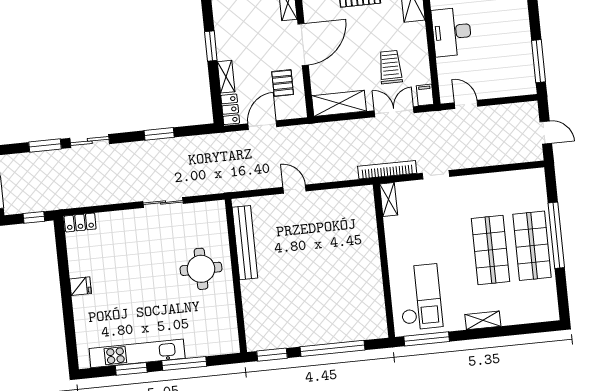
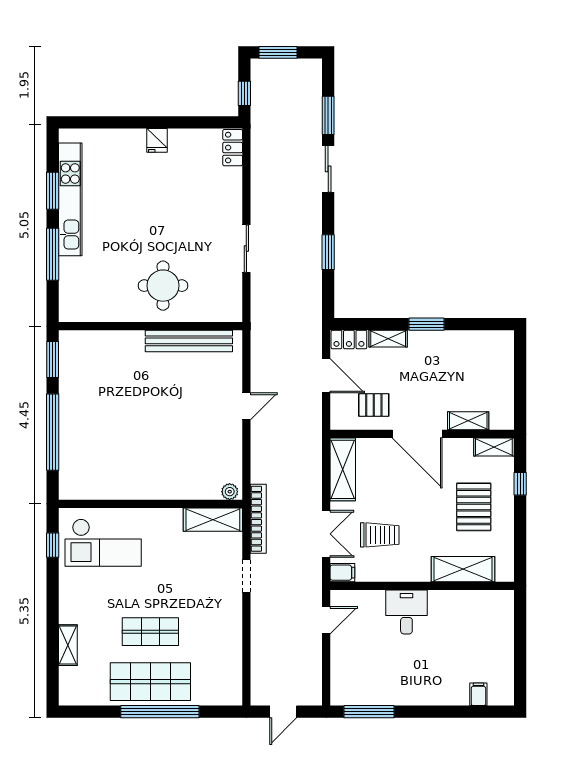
desk: (452, 32) -> (406, 612), width x0.73
plant: (367, 196) -> (230, 492), added
shelving: (389, 200) -> (213, 520), width x1.50, depth x1.33
shop shelf: (490, 250) -> (150, 632), width x0.70, depth x0.74
shelving: (483, 320) -> (68, 645), moved
window: (427, 339) -> (53, 545), width x0.46

